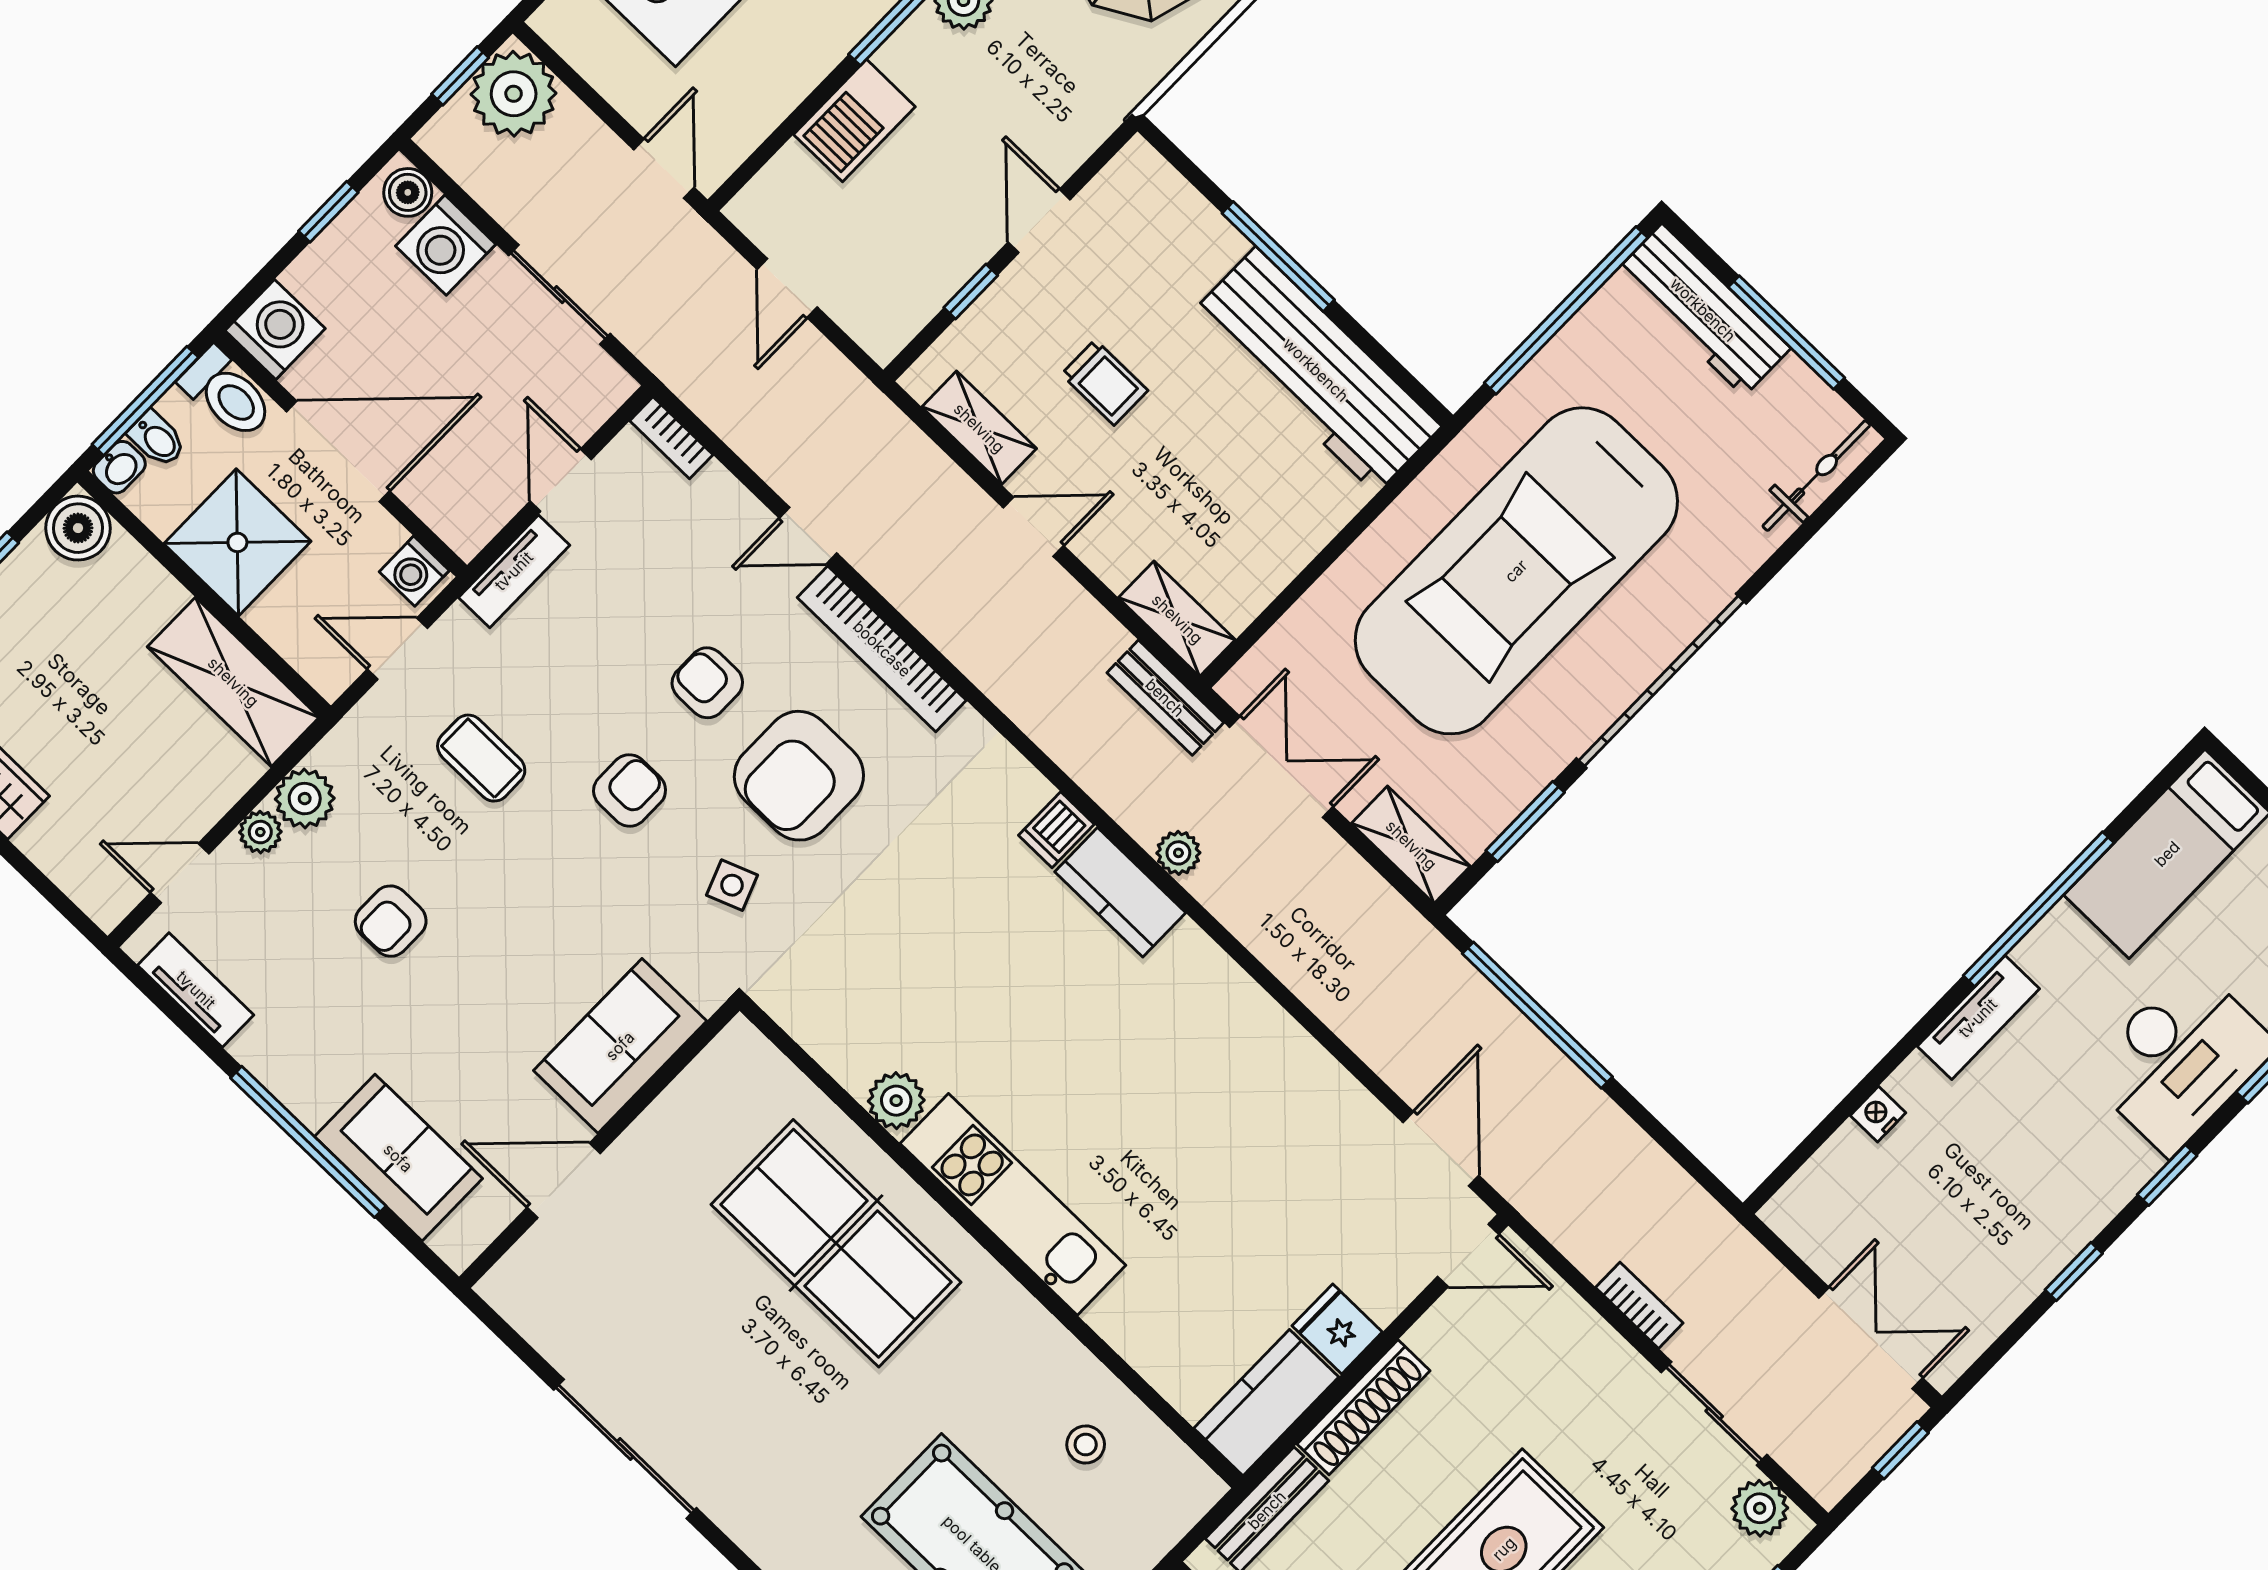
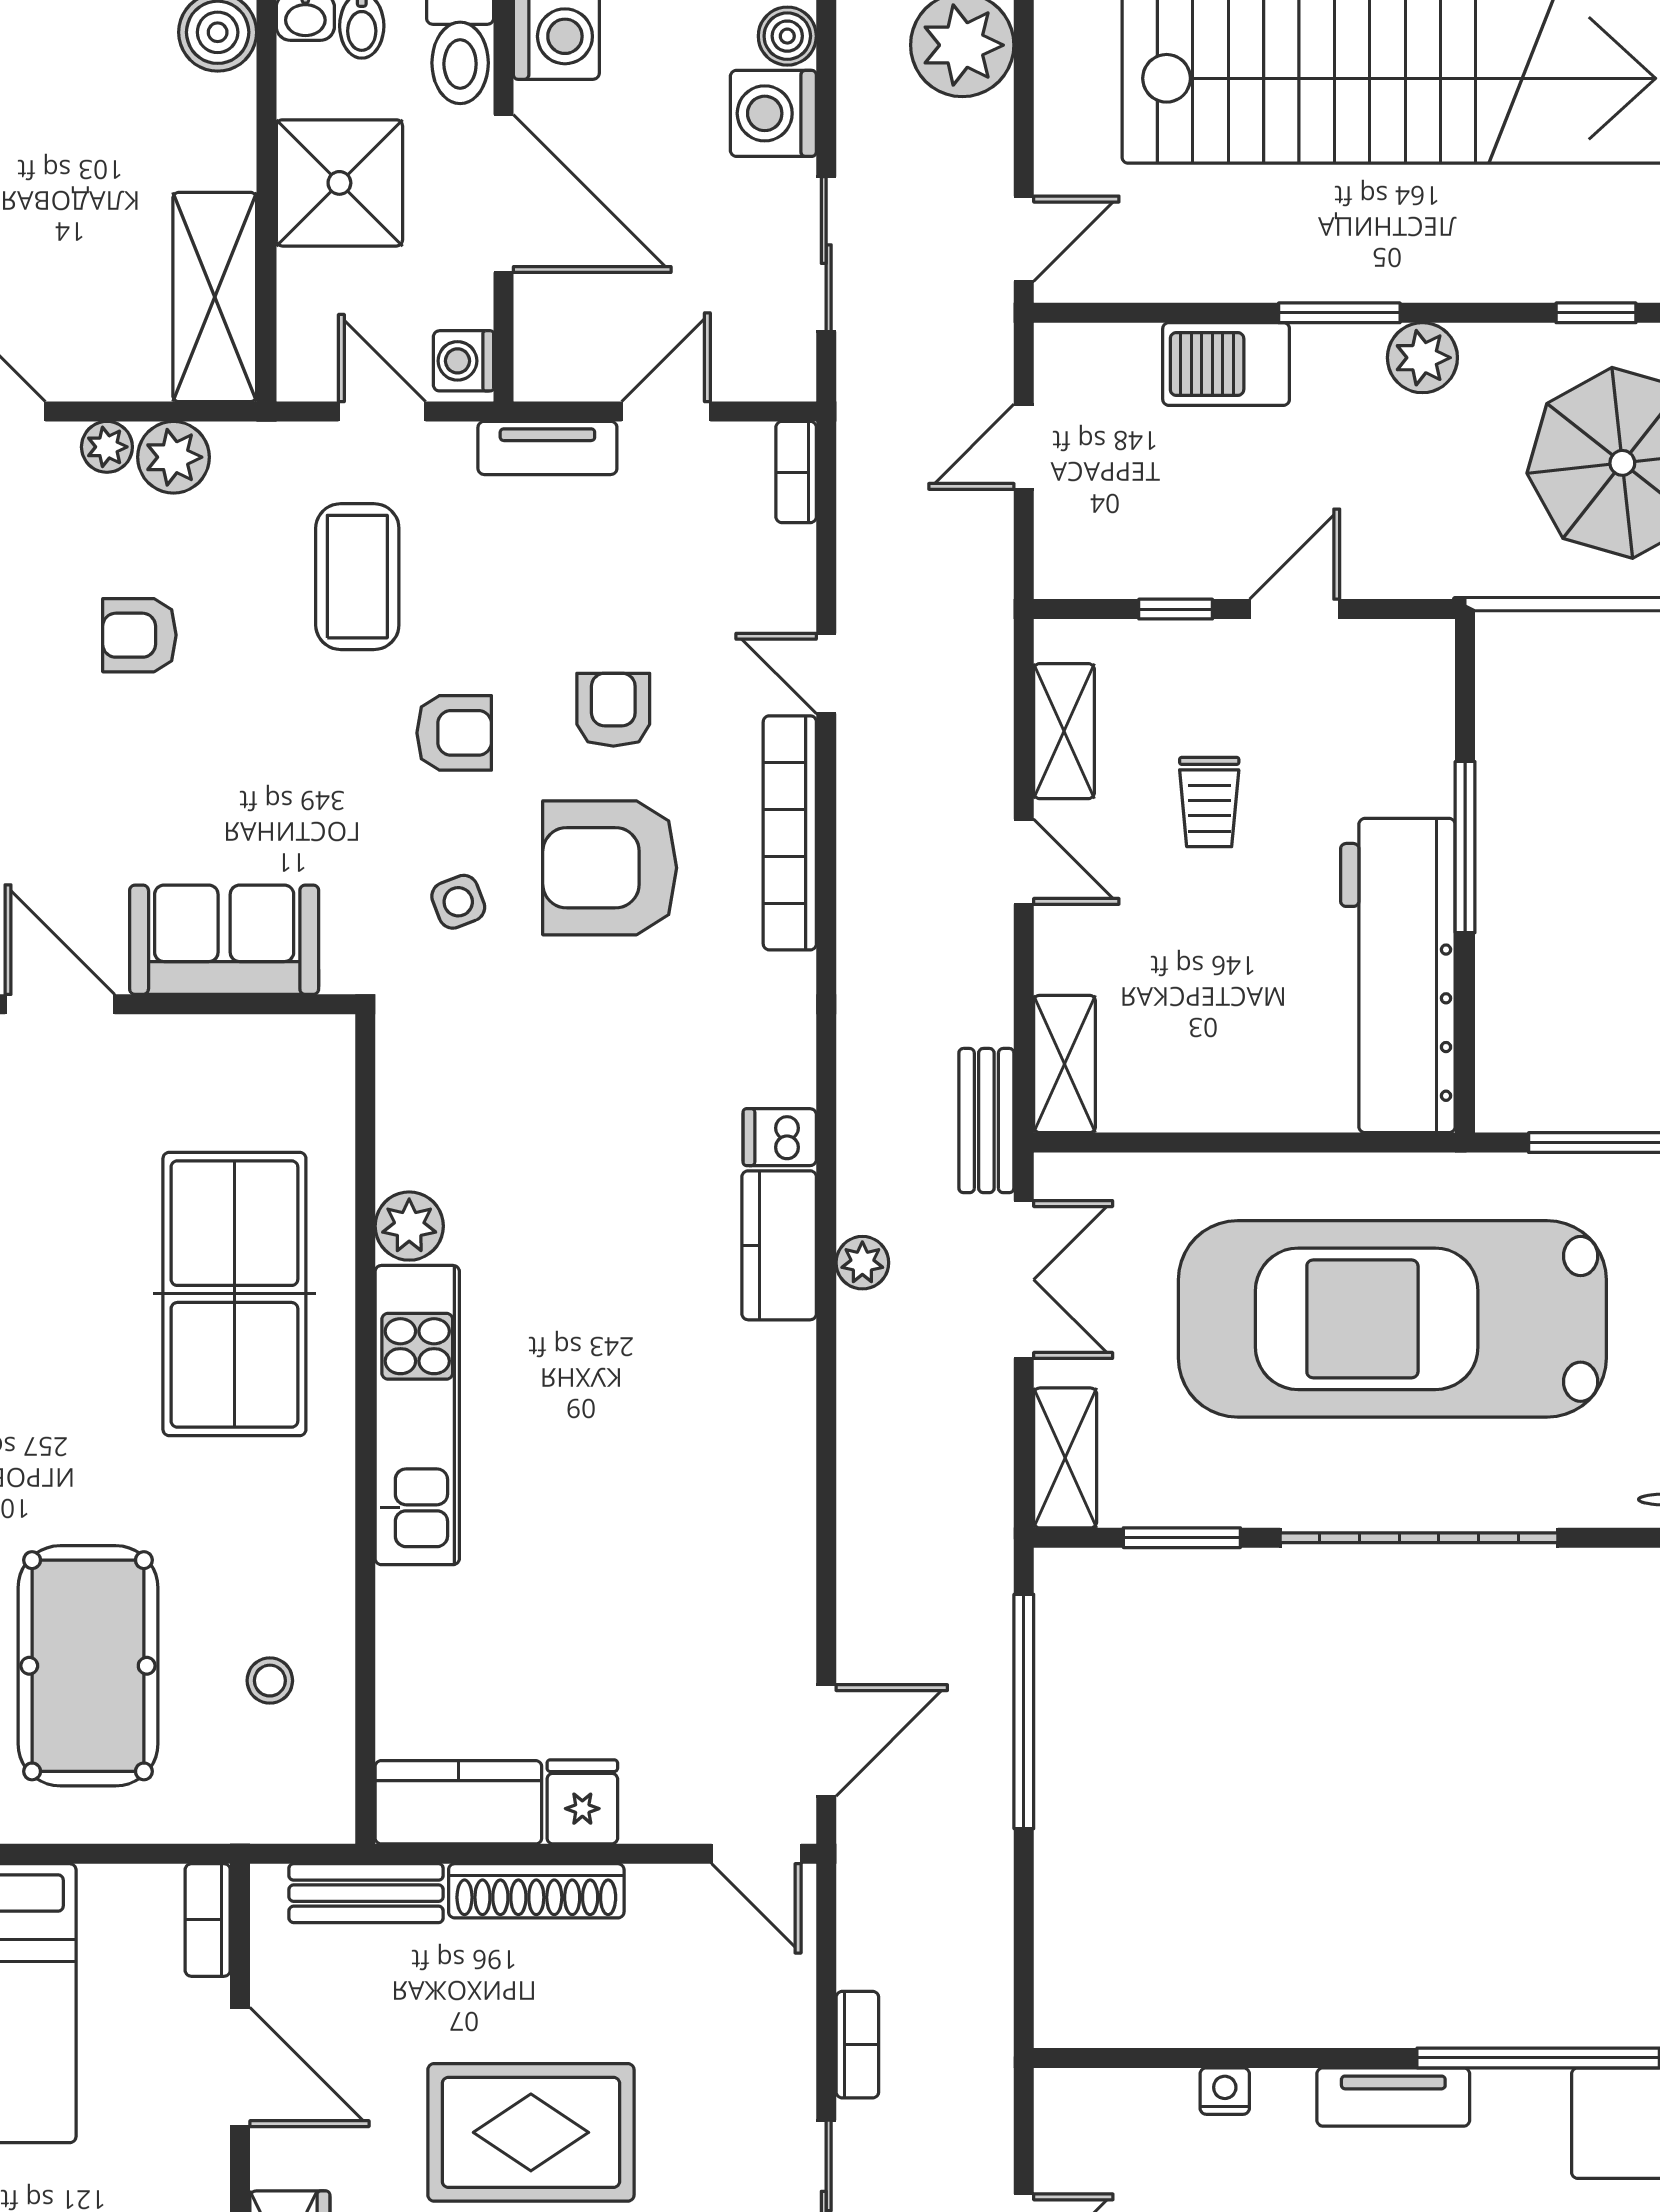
coffee table: (481, 758) -> (357, 577), width x1.36, depth x1.30

